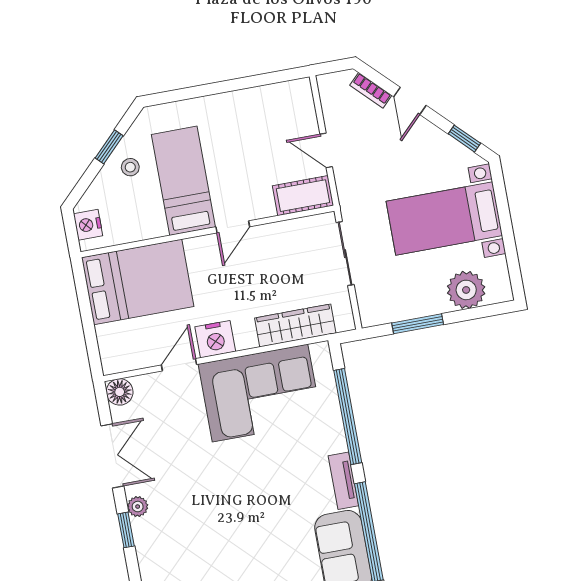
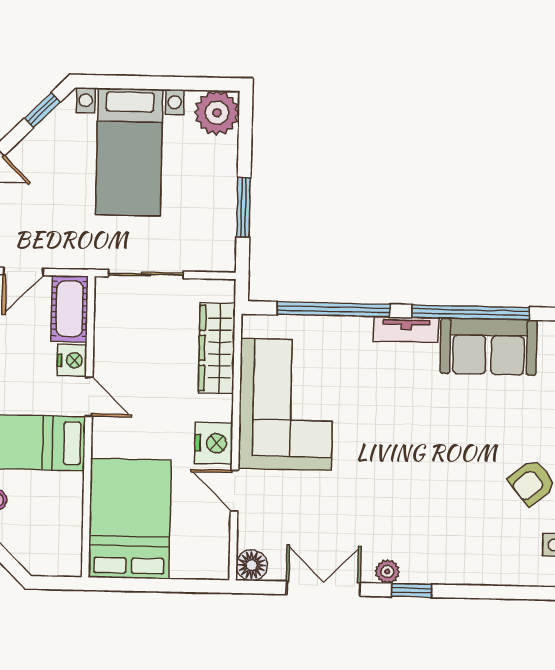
nightstand: (88, 225) -> (72, 360), moved, turned -90
plant: (466, 290) -> (217, 113), moved

